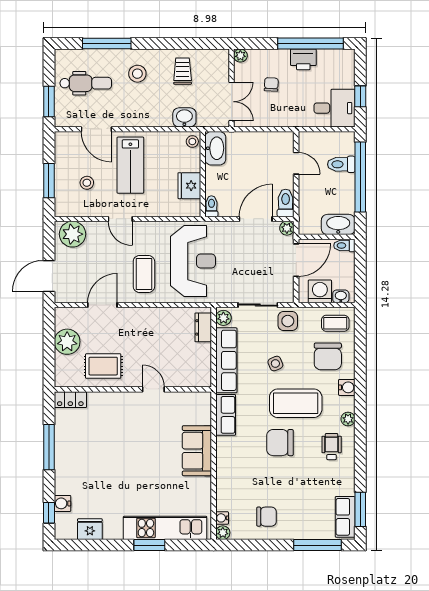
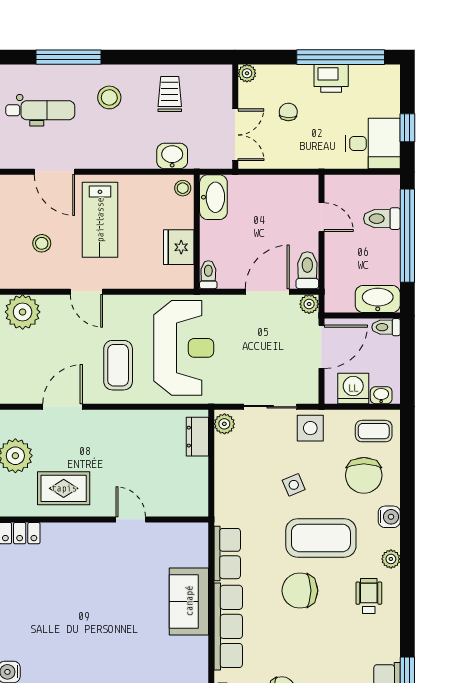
row of seats: (226, 360) -> (228, 626), moved

